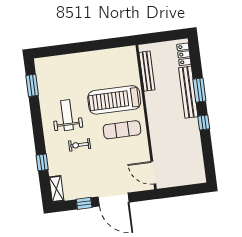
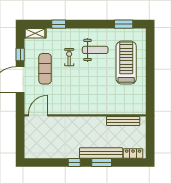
treadmill: (114, 100) -> (126, 63), moved
exercise mat: (122, 130) -> (45, 69), moved

